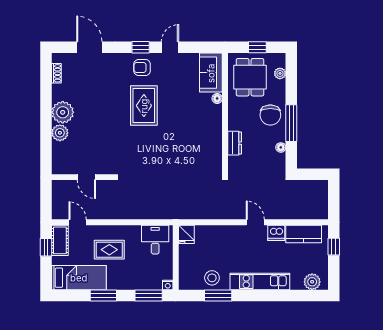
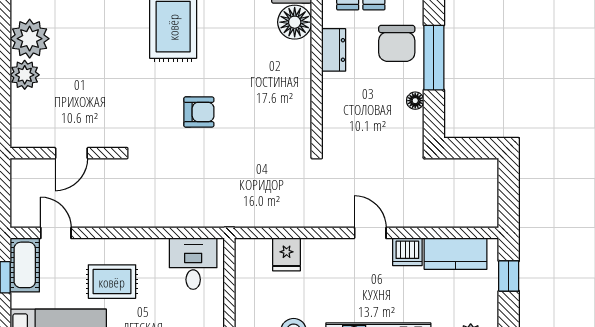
floor lamp: (217, 98) -> (295, 22), width x1.89, depth x1.89
dresser: (235, 143) -> (334, 50), moved
armchair: (158, 154) -> (199, 112), added
door: (86, 177) -> (71, 153), hinge flipped
fridge: (186, 234) -> (287, 254), moved

